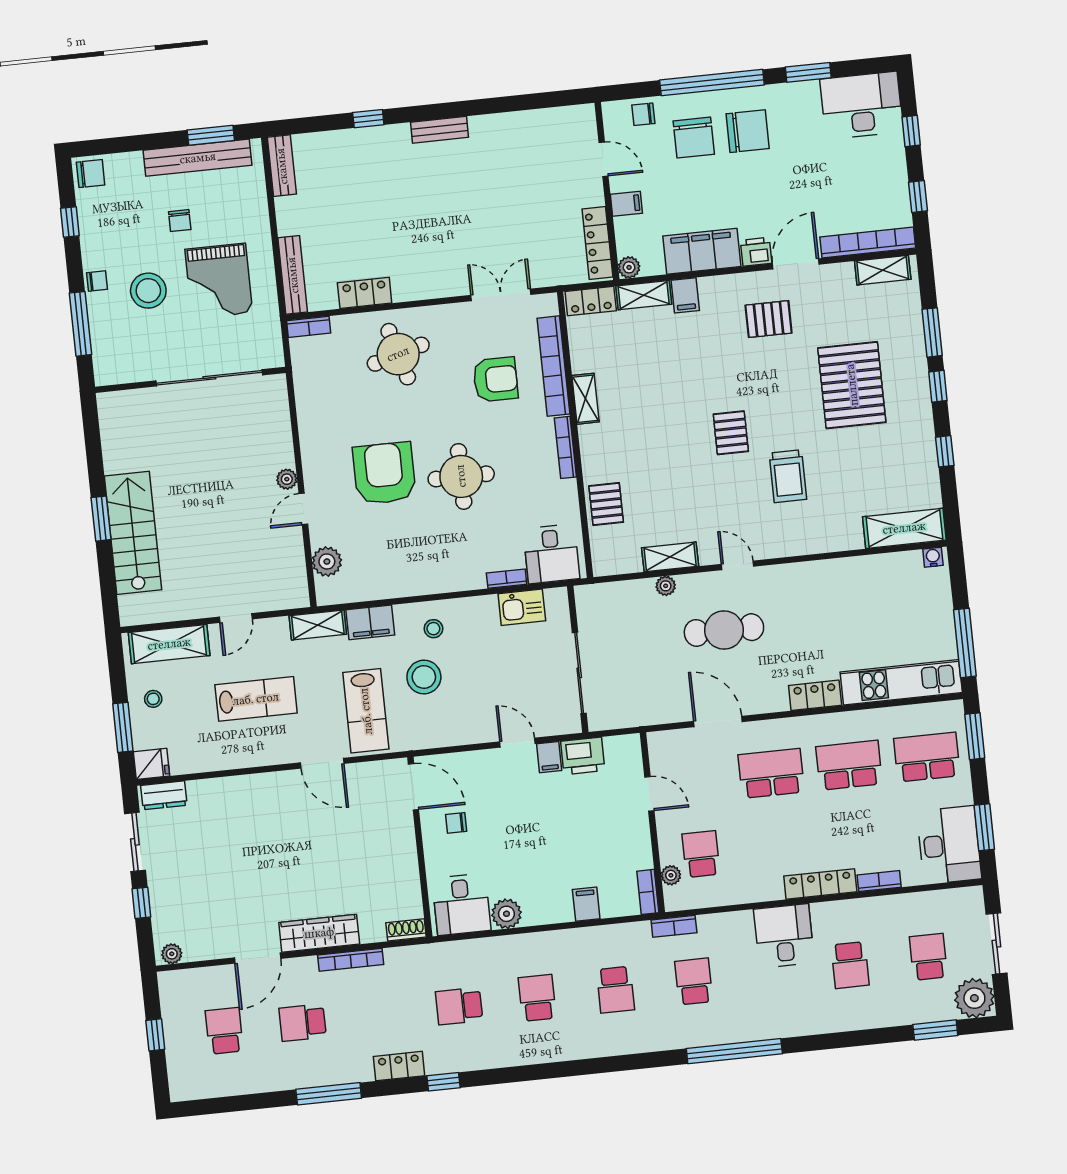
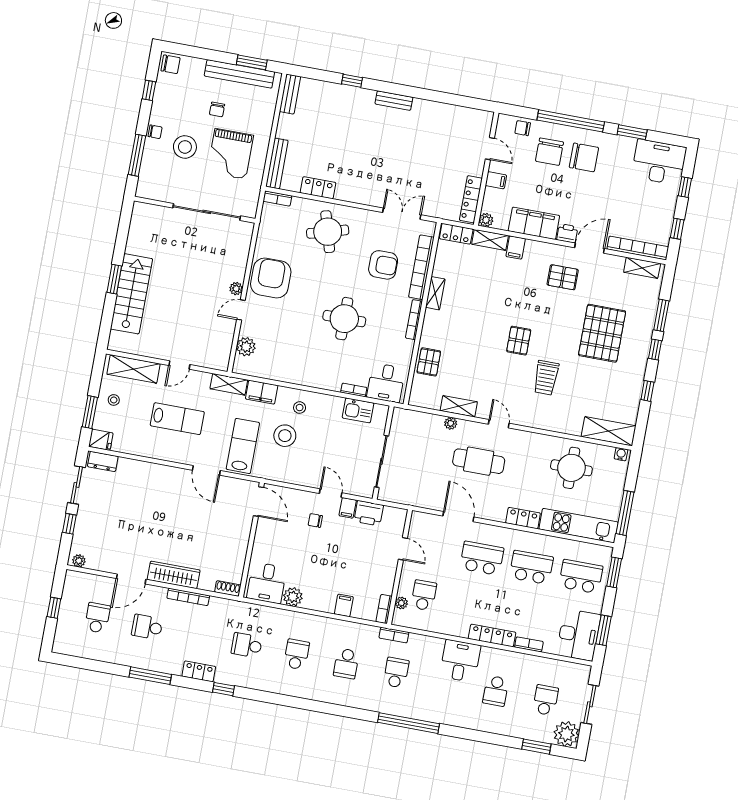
armchair: (384, 473) -> (271, 278), moved
round table: (865, 599) -> (571, 468), added
lab bench: (366, 711) -> (243, 446), turned 180
chair: (456, 823) -> (315, 520), moved

